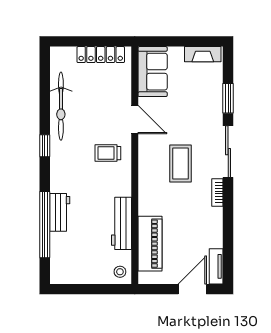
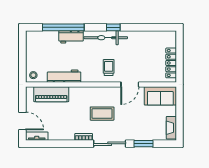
bicycle: (61, 106) -> (106, 38), moved

